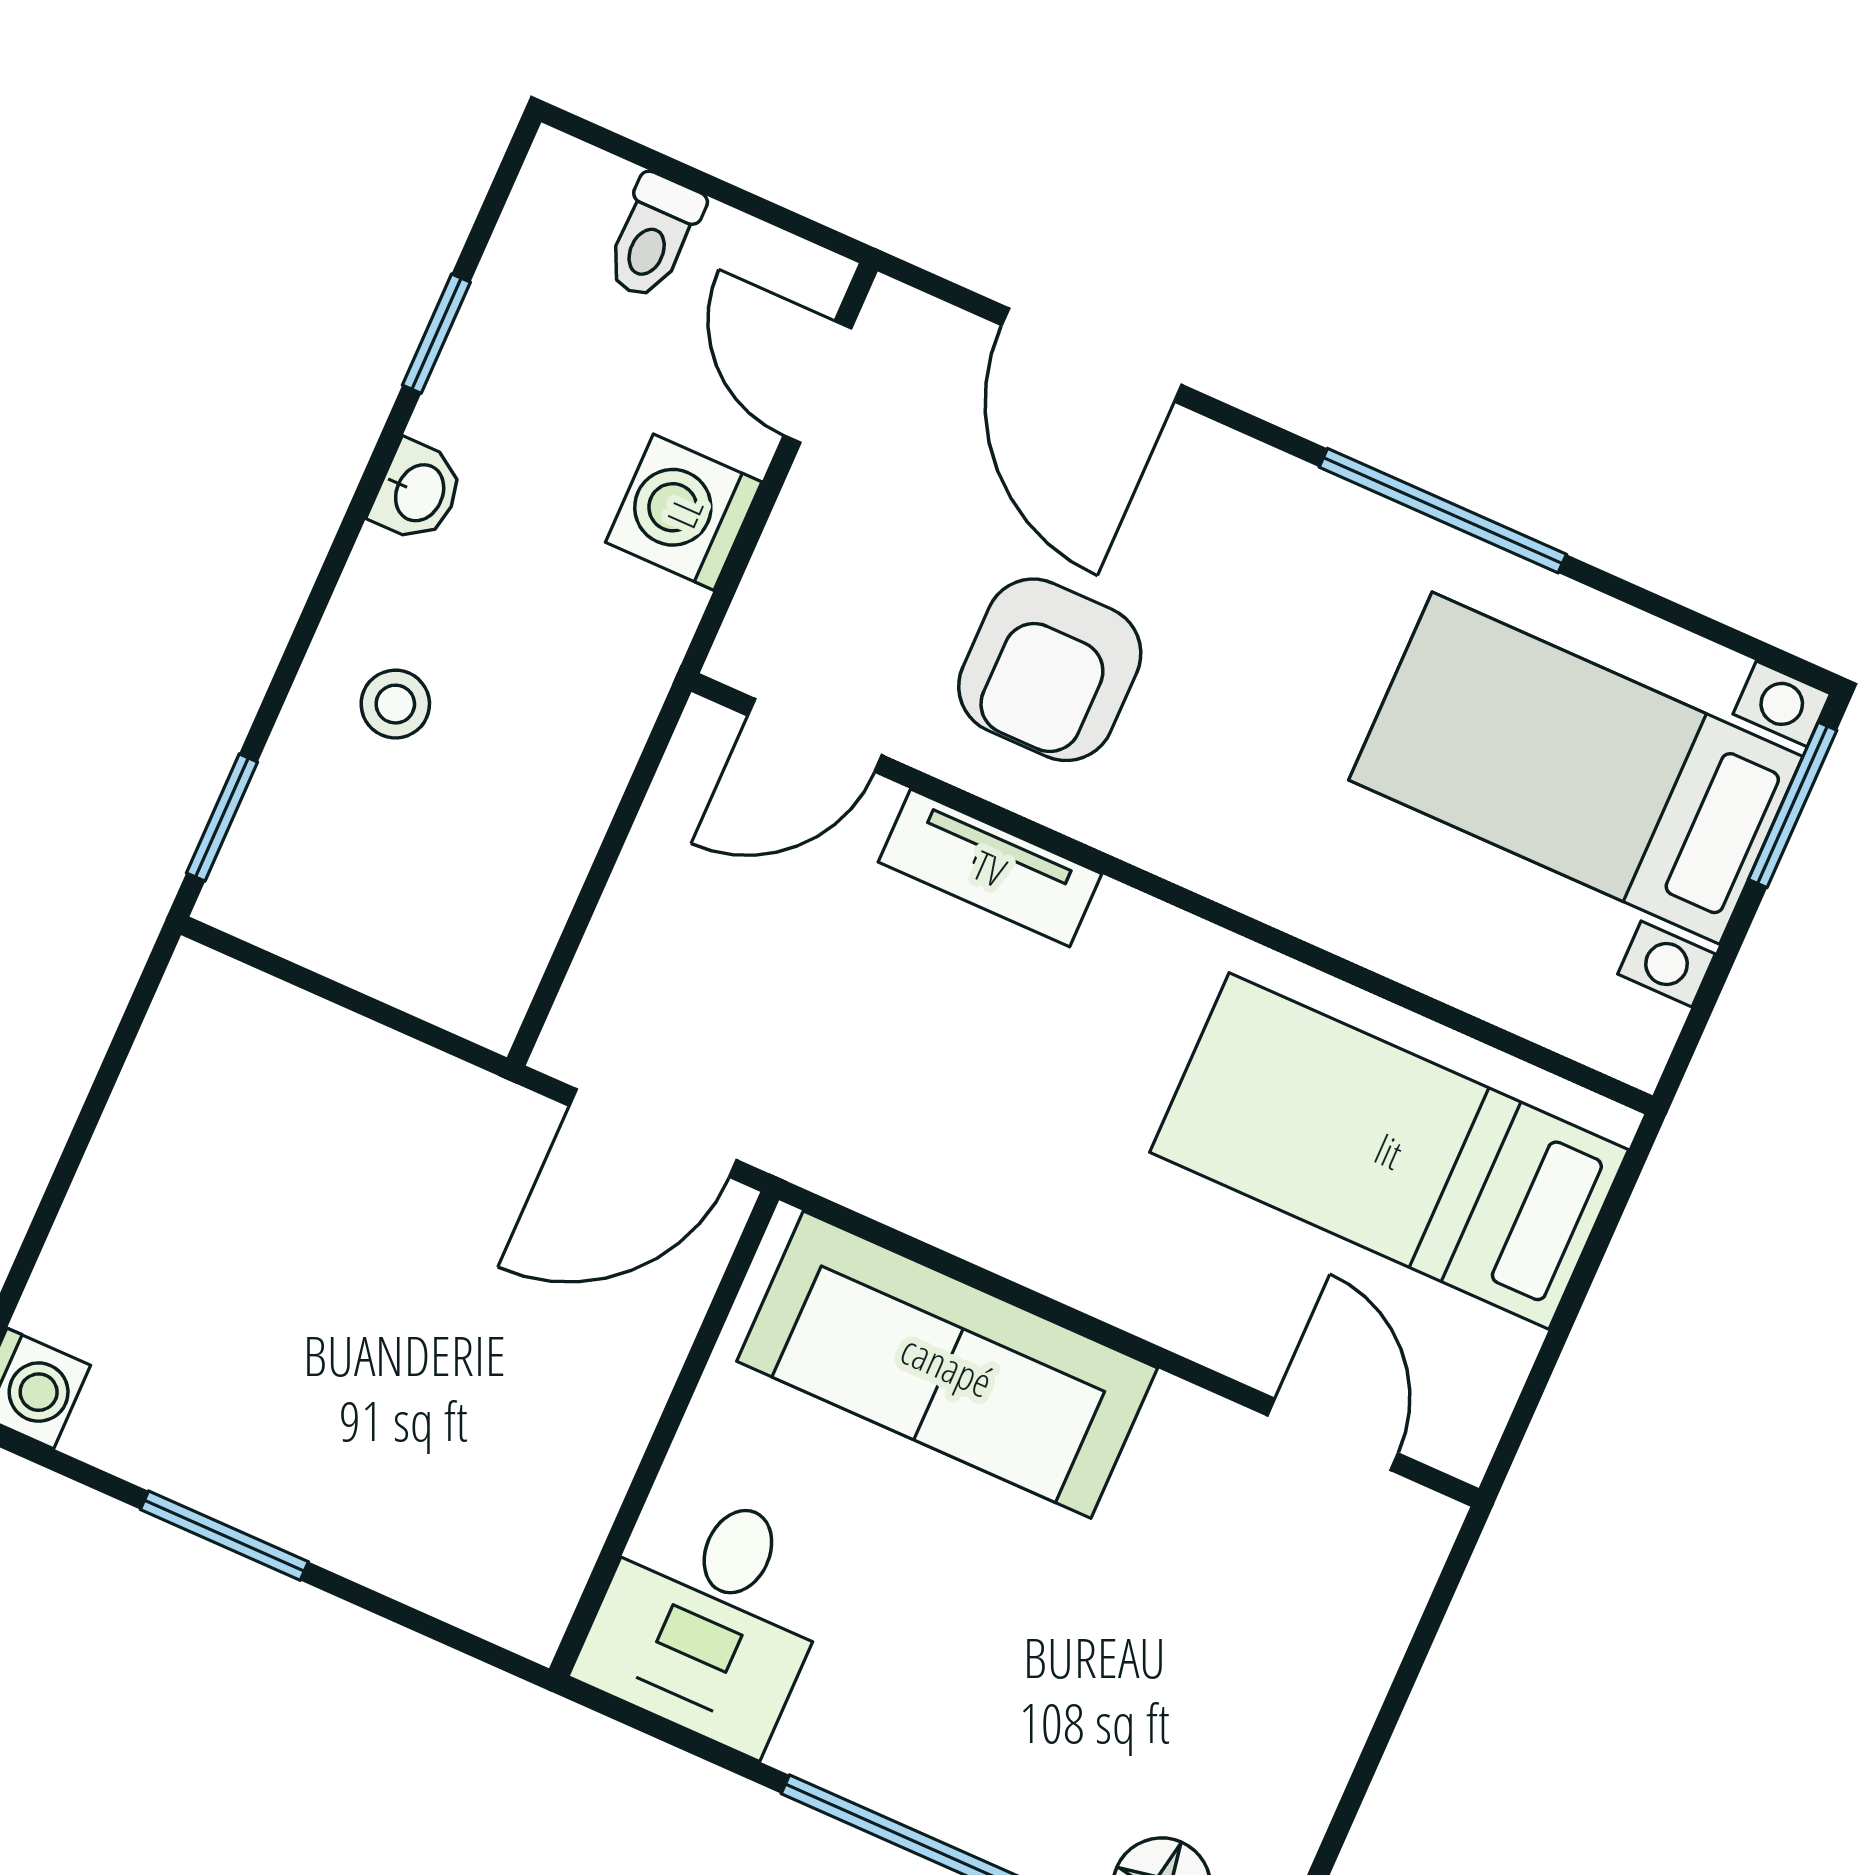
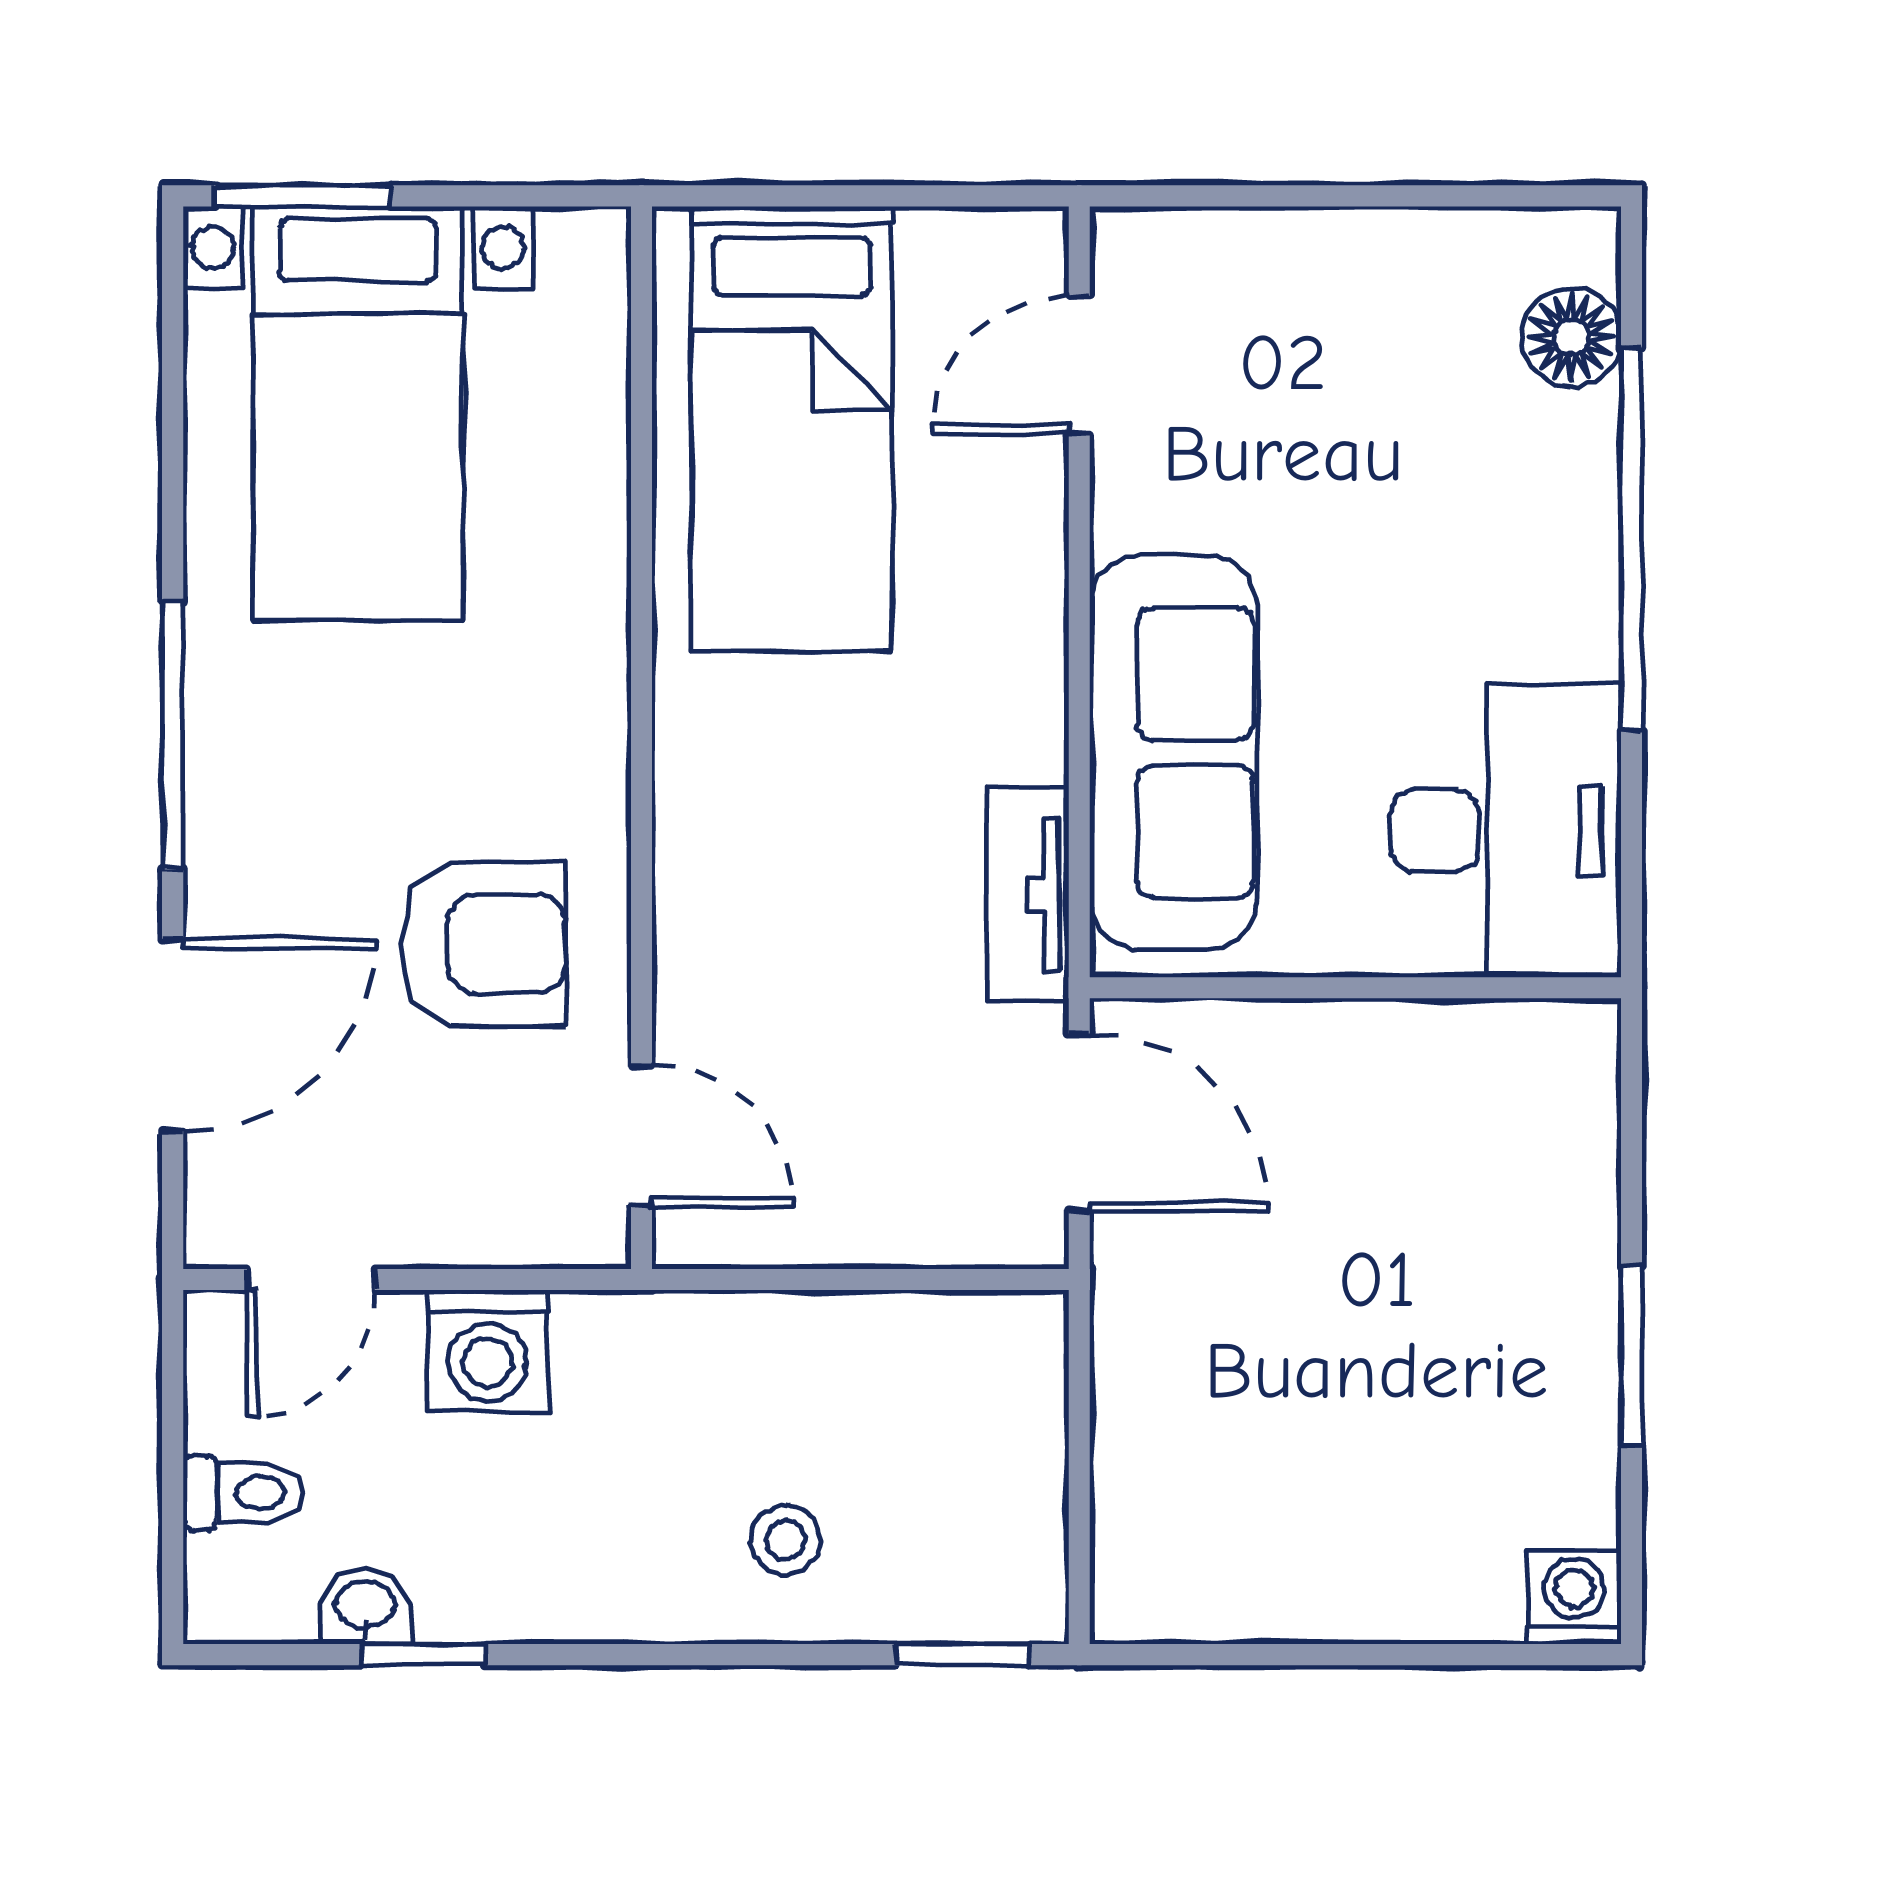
washbasin: (418, 492) -> (365, 1607), moved
window: (1443, 511) -> (173, 736), moved
tv unit: (990, 868) -> (1028, 895), moved, turned 180
desk: (710, 1616) -> (1506, 831), width x1.37

